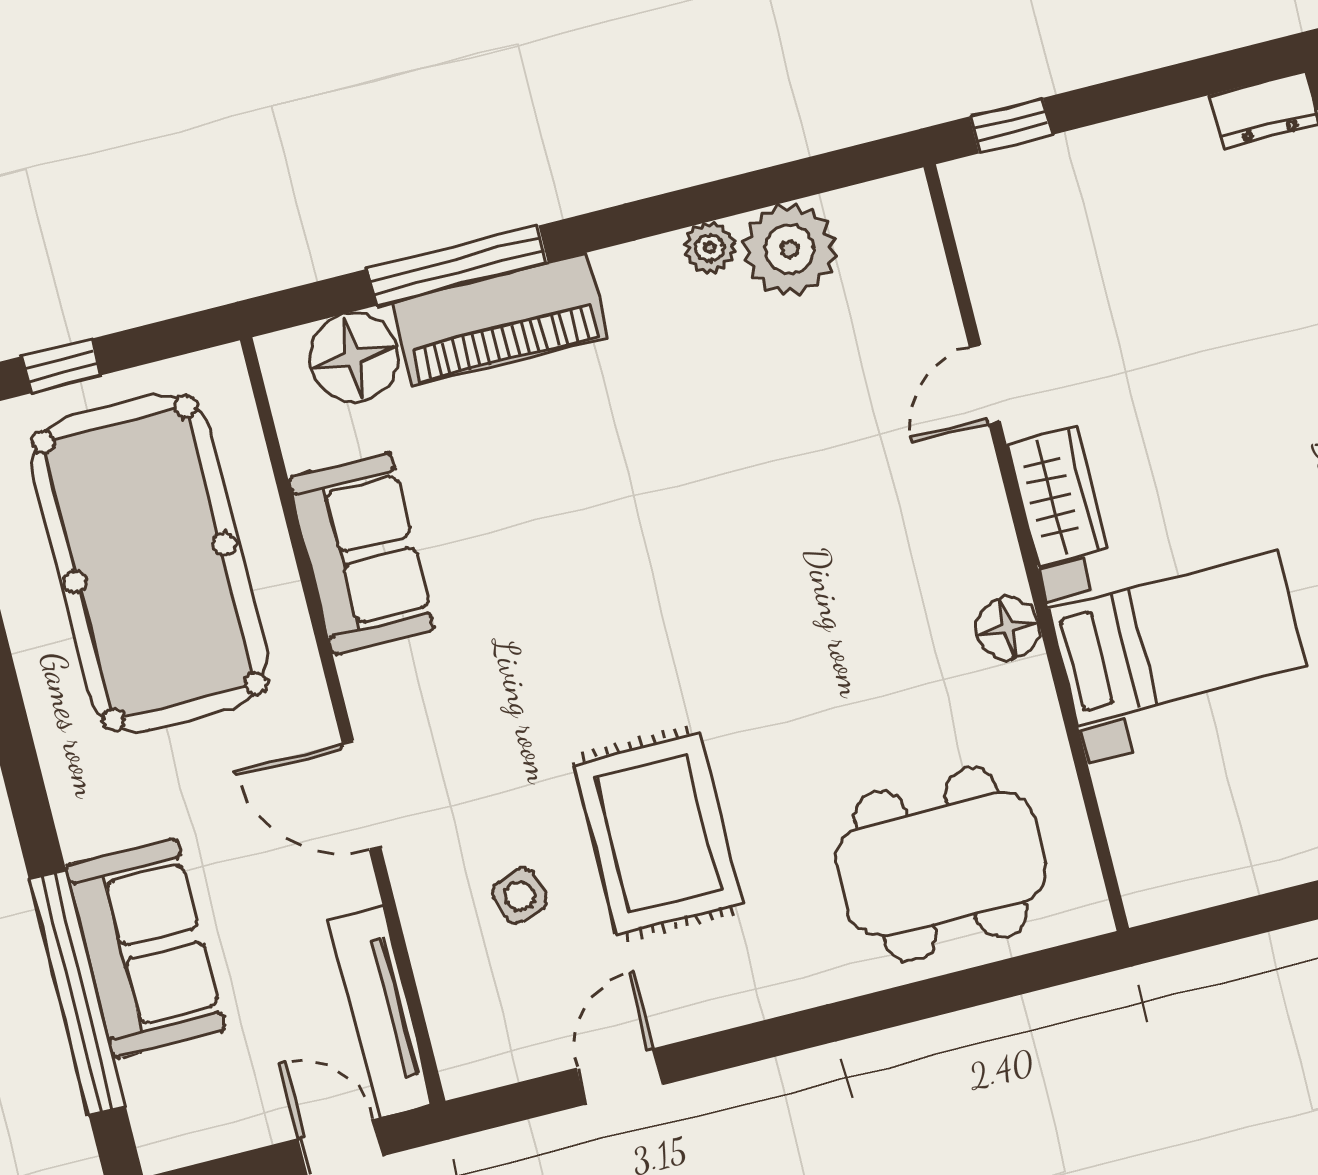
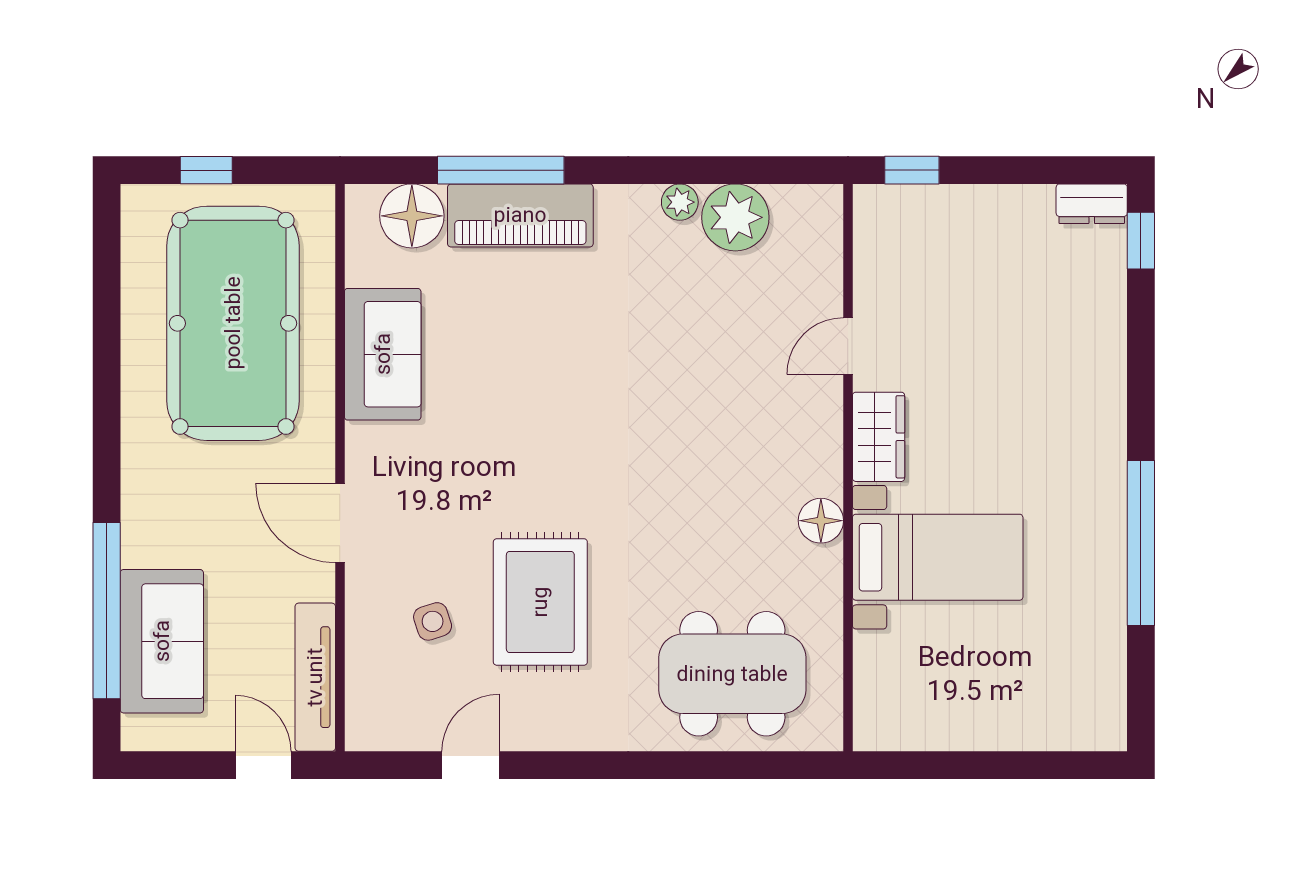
sofa: (145, 948) -> (162, 641), moved

